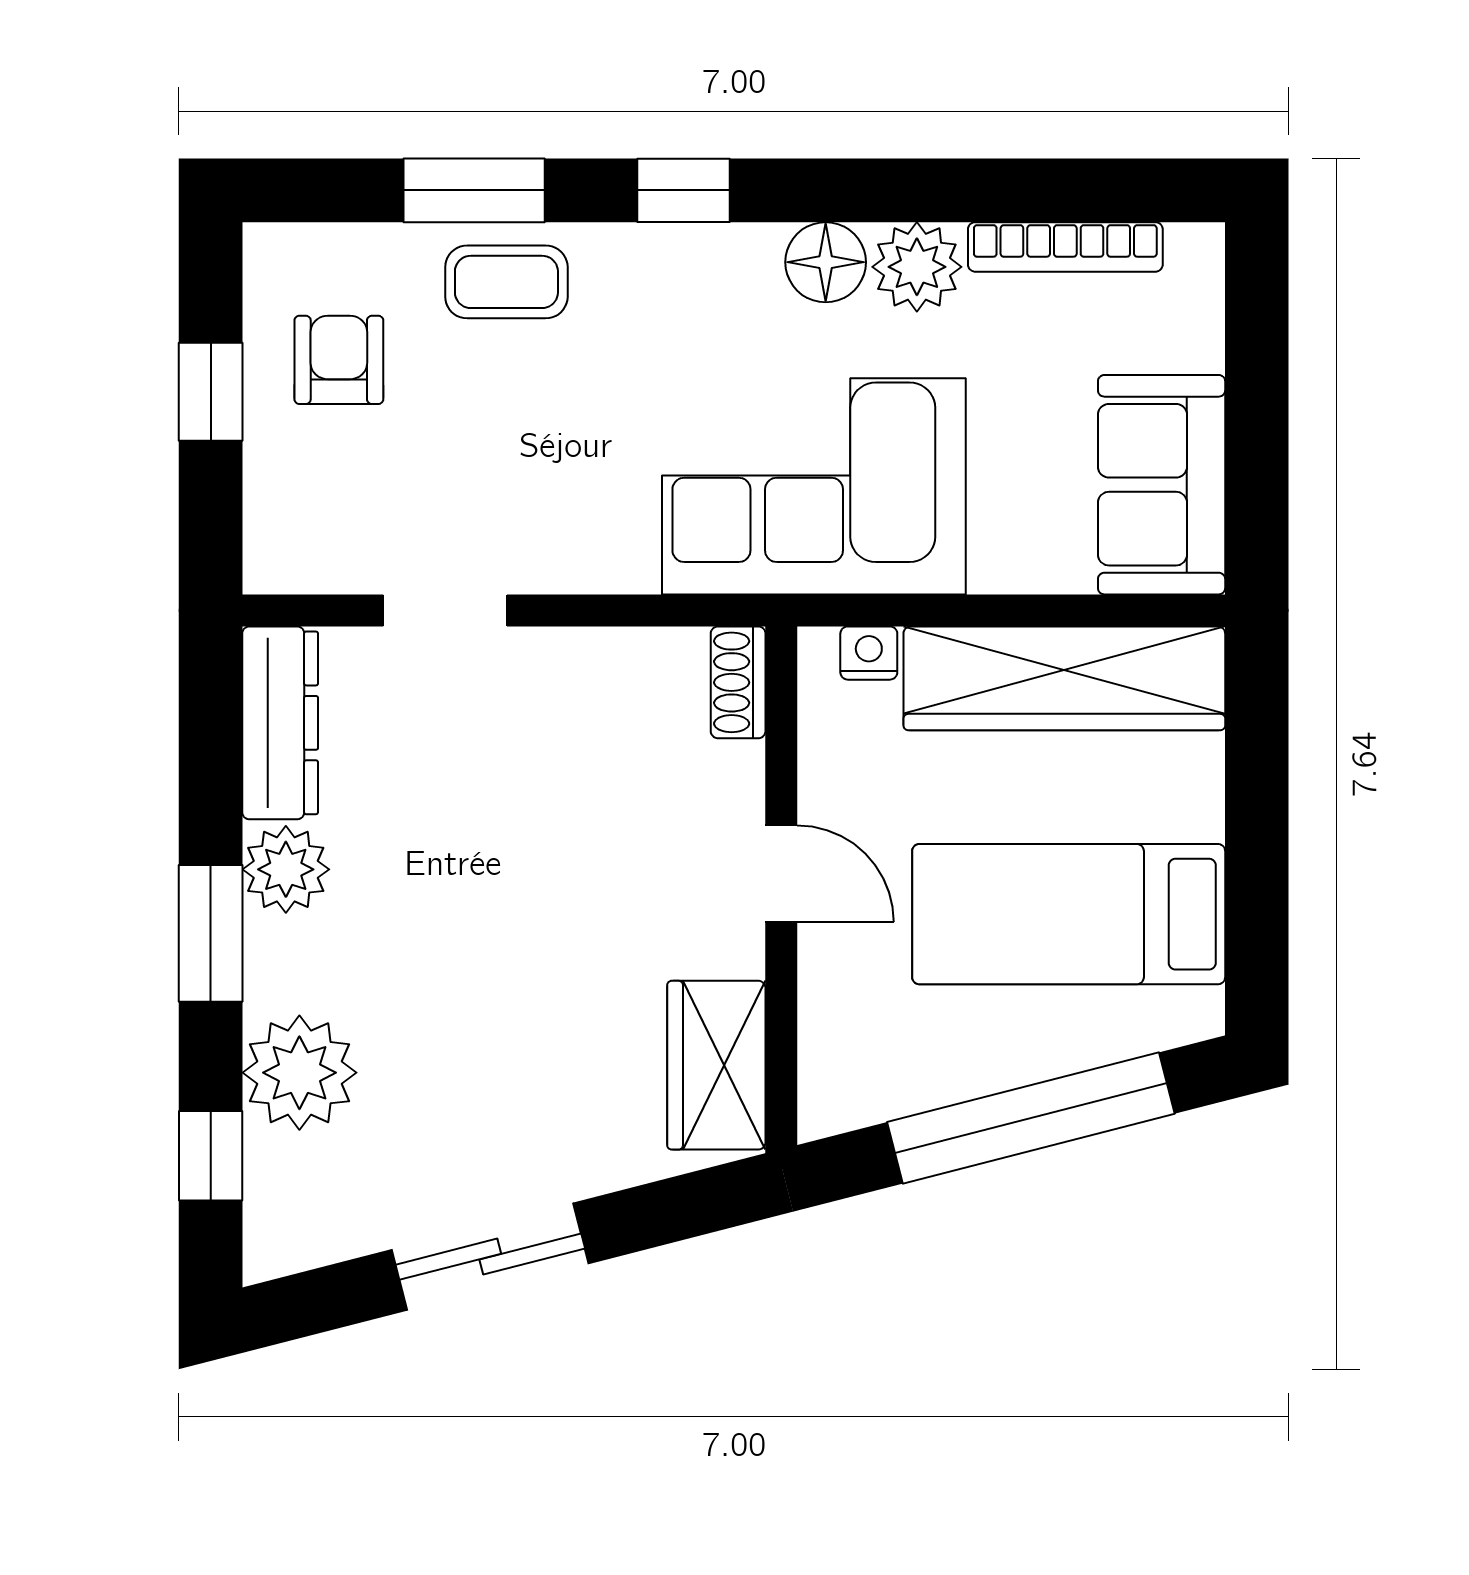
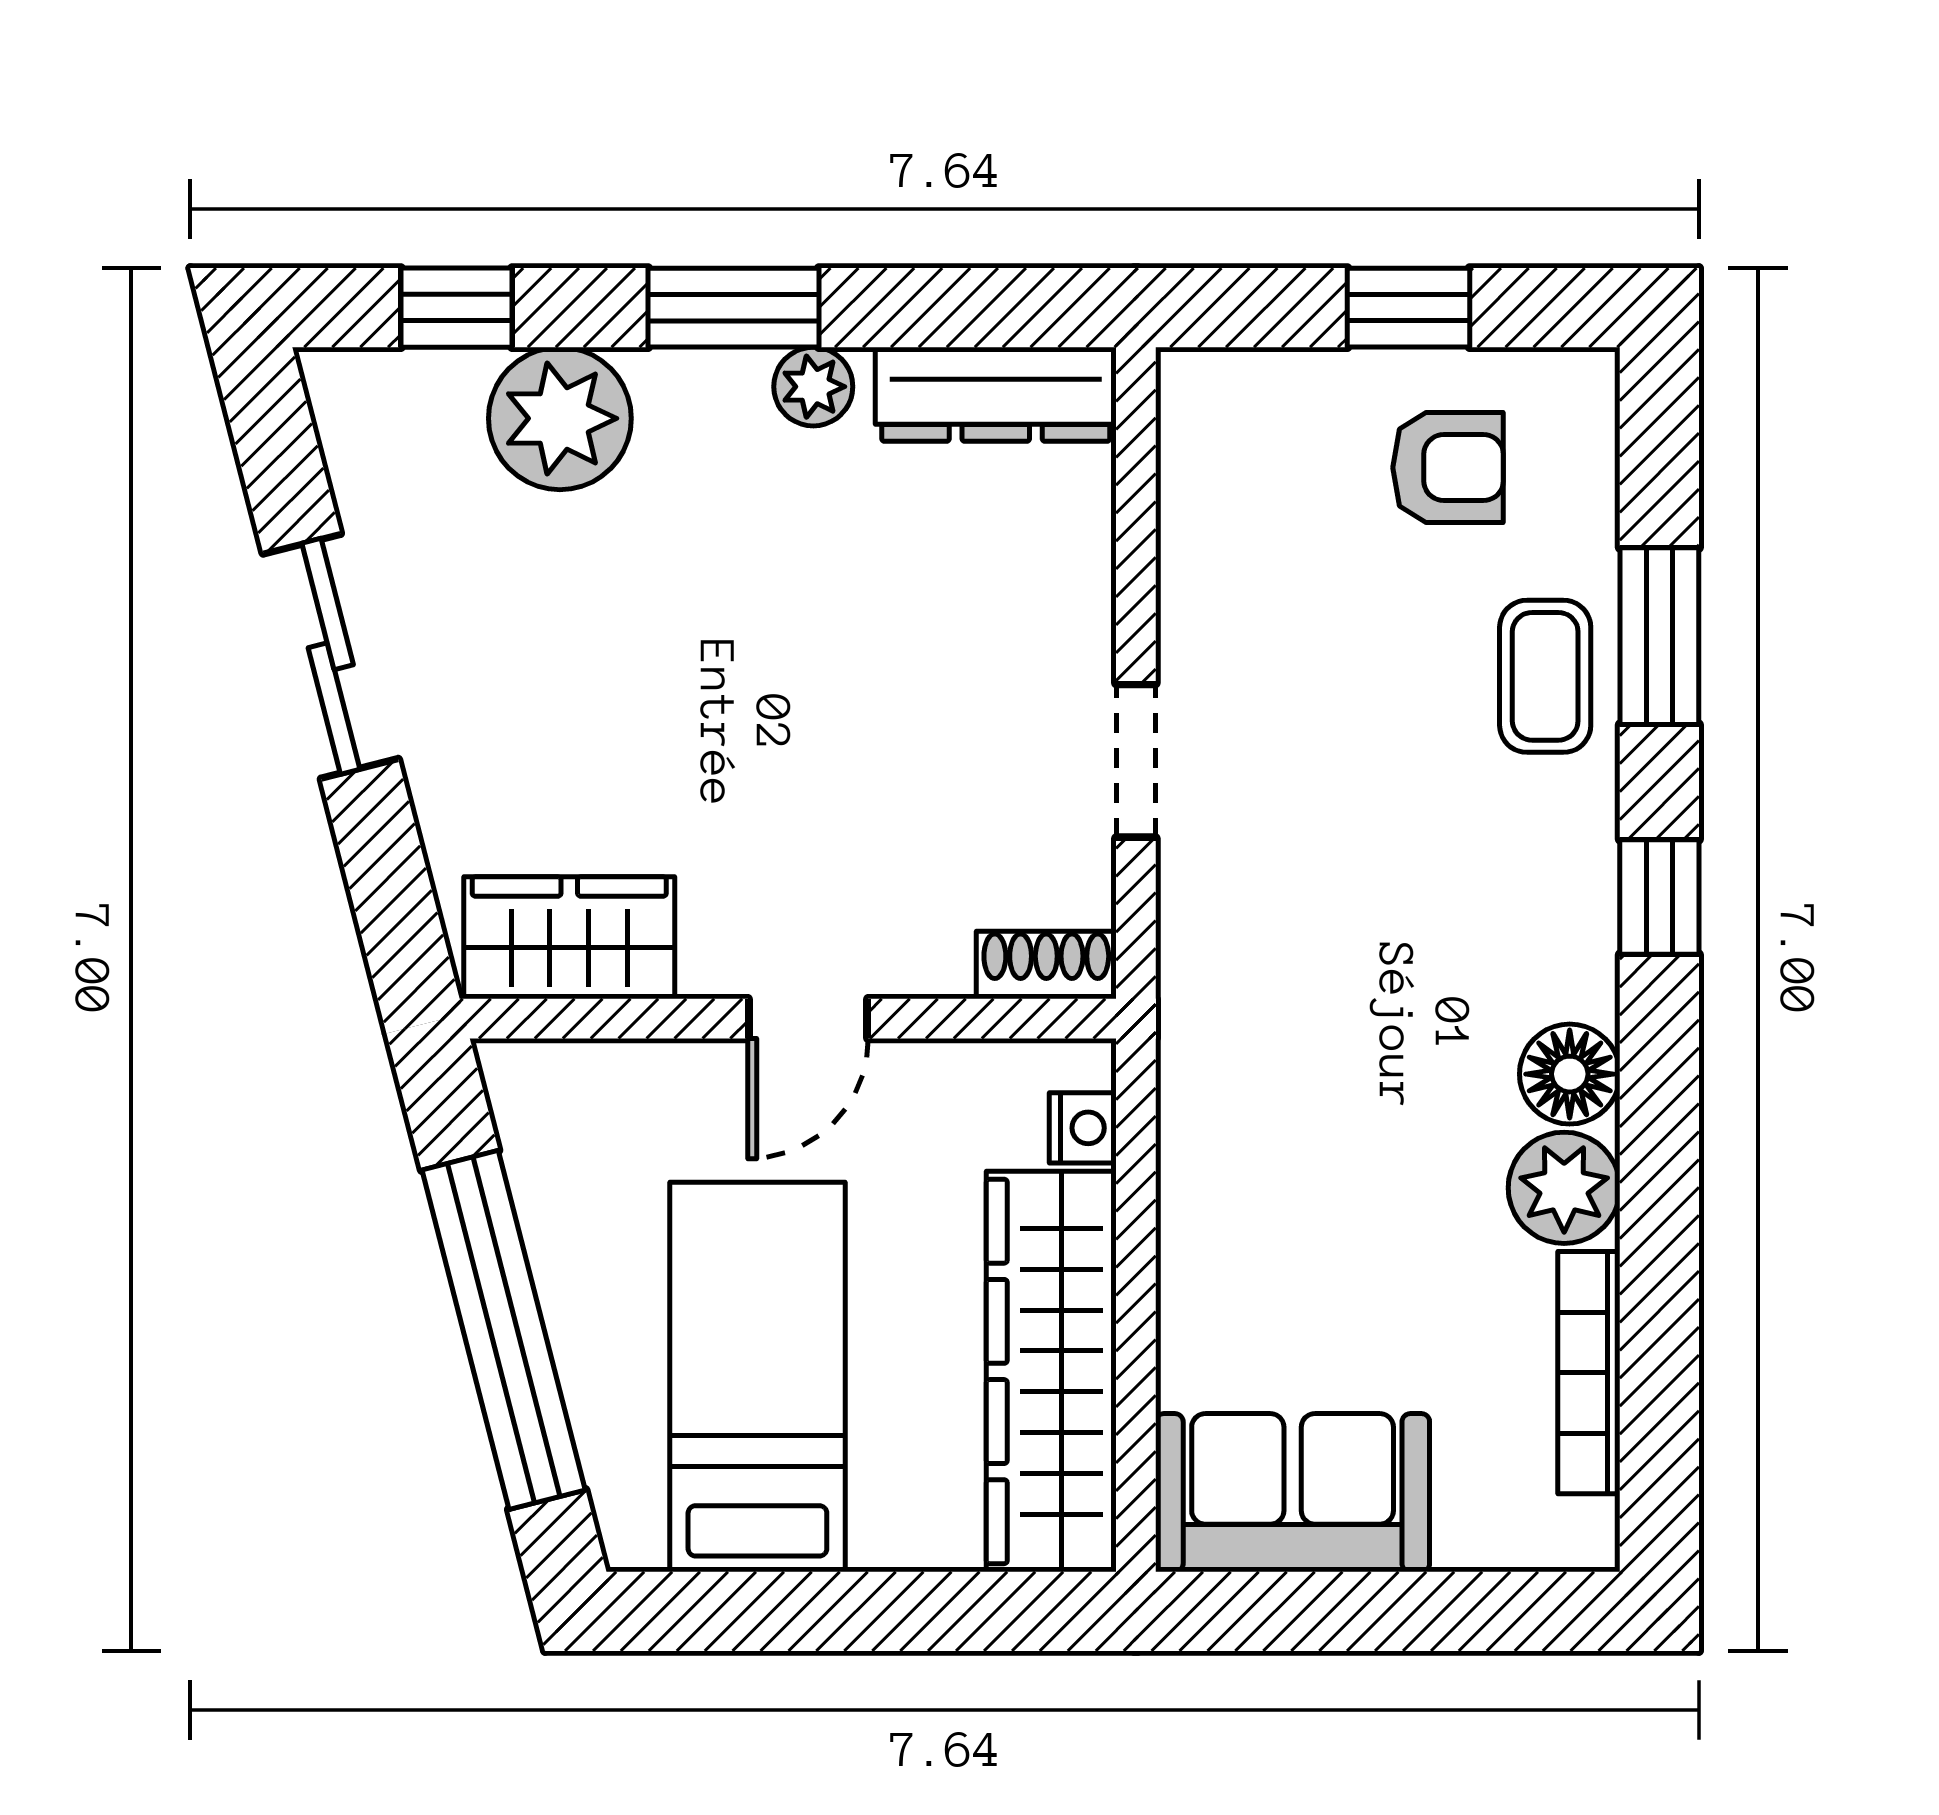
corner sofa: (814, 486) -> (1291, 1059), removed
doorway: (445, 610) -> (1136, 761), moved
plant: (286, 869) -> (813, 387), width x0.73, depth x0.73

